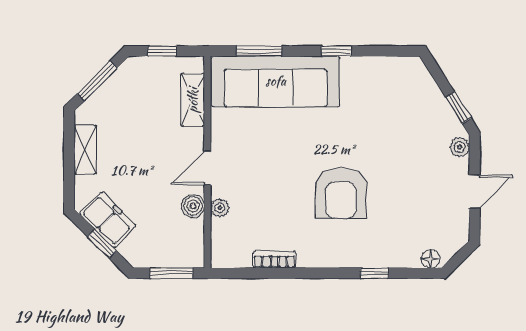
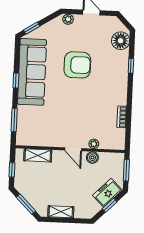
sofa: (276, 81) -> (32, 72), moved
window: (458, 108) -> (32, 28), moved
armchair: (341, 193) -> (77, 65), moved
freezer: (108, 220) -> (107, 193), moved
floor lamp: (430, 259) -> (121, 41), width x1.89, depth x1.89

